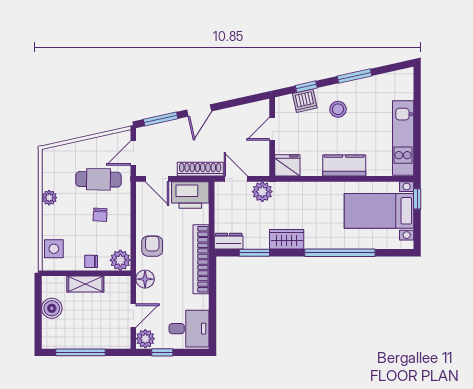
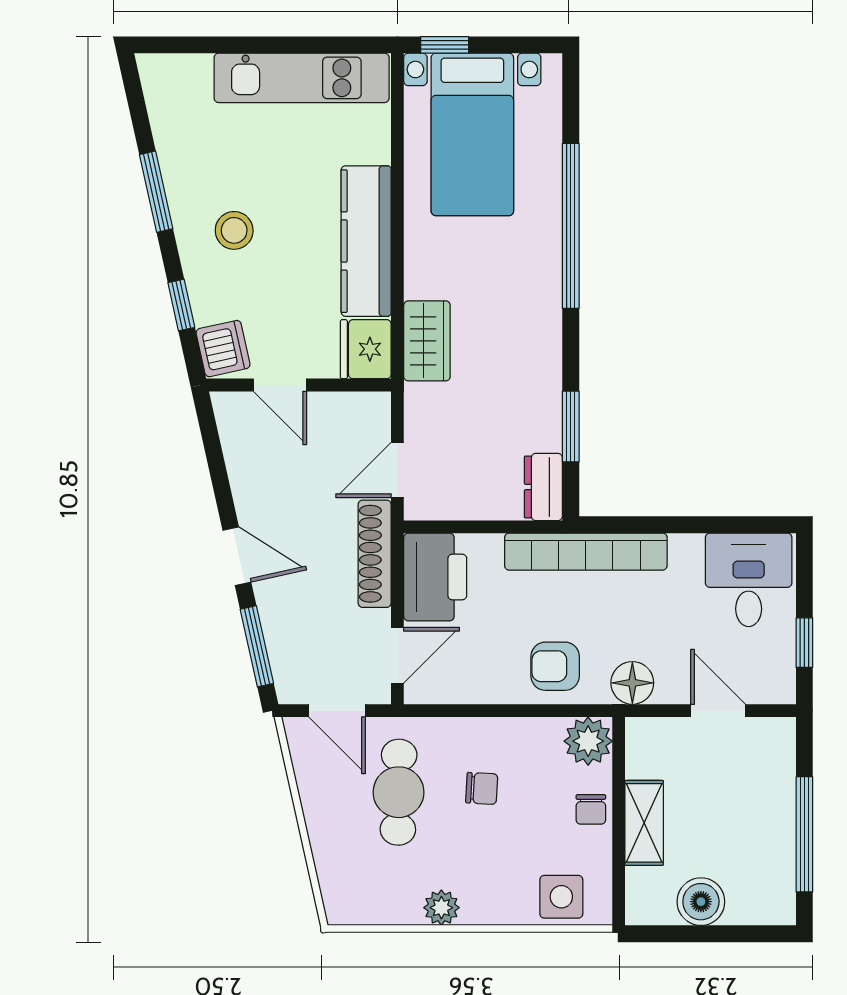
dishwasher: (305, 101) -> (223, 349), moved
kitchen counter: (344, 166) -> (366, 241), width x1.50
plant: (262, 192) -> (428, 408), removed
wardrobe: (287, 239) -> (427, 341), moved, turned 180
plant: (145, 339) -> (772, 682), removed

